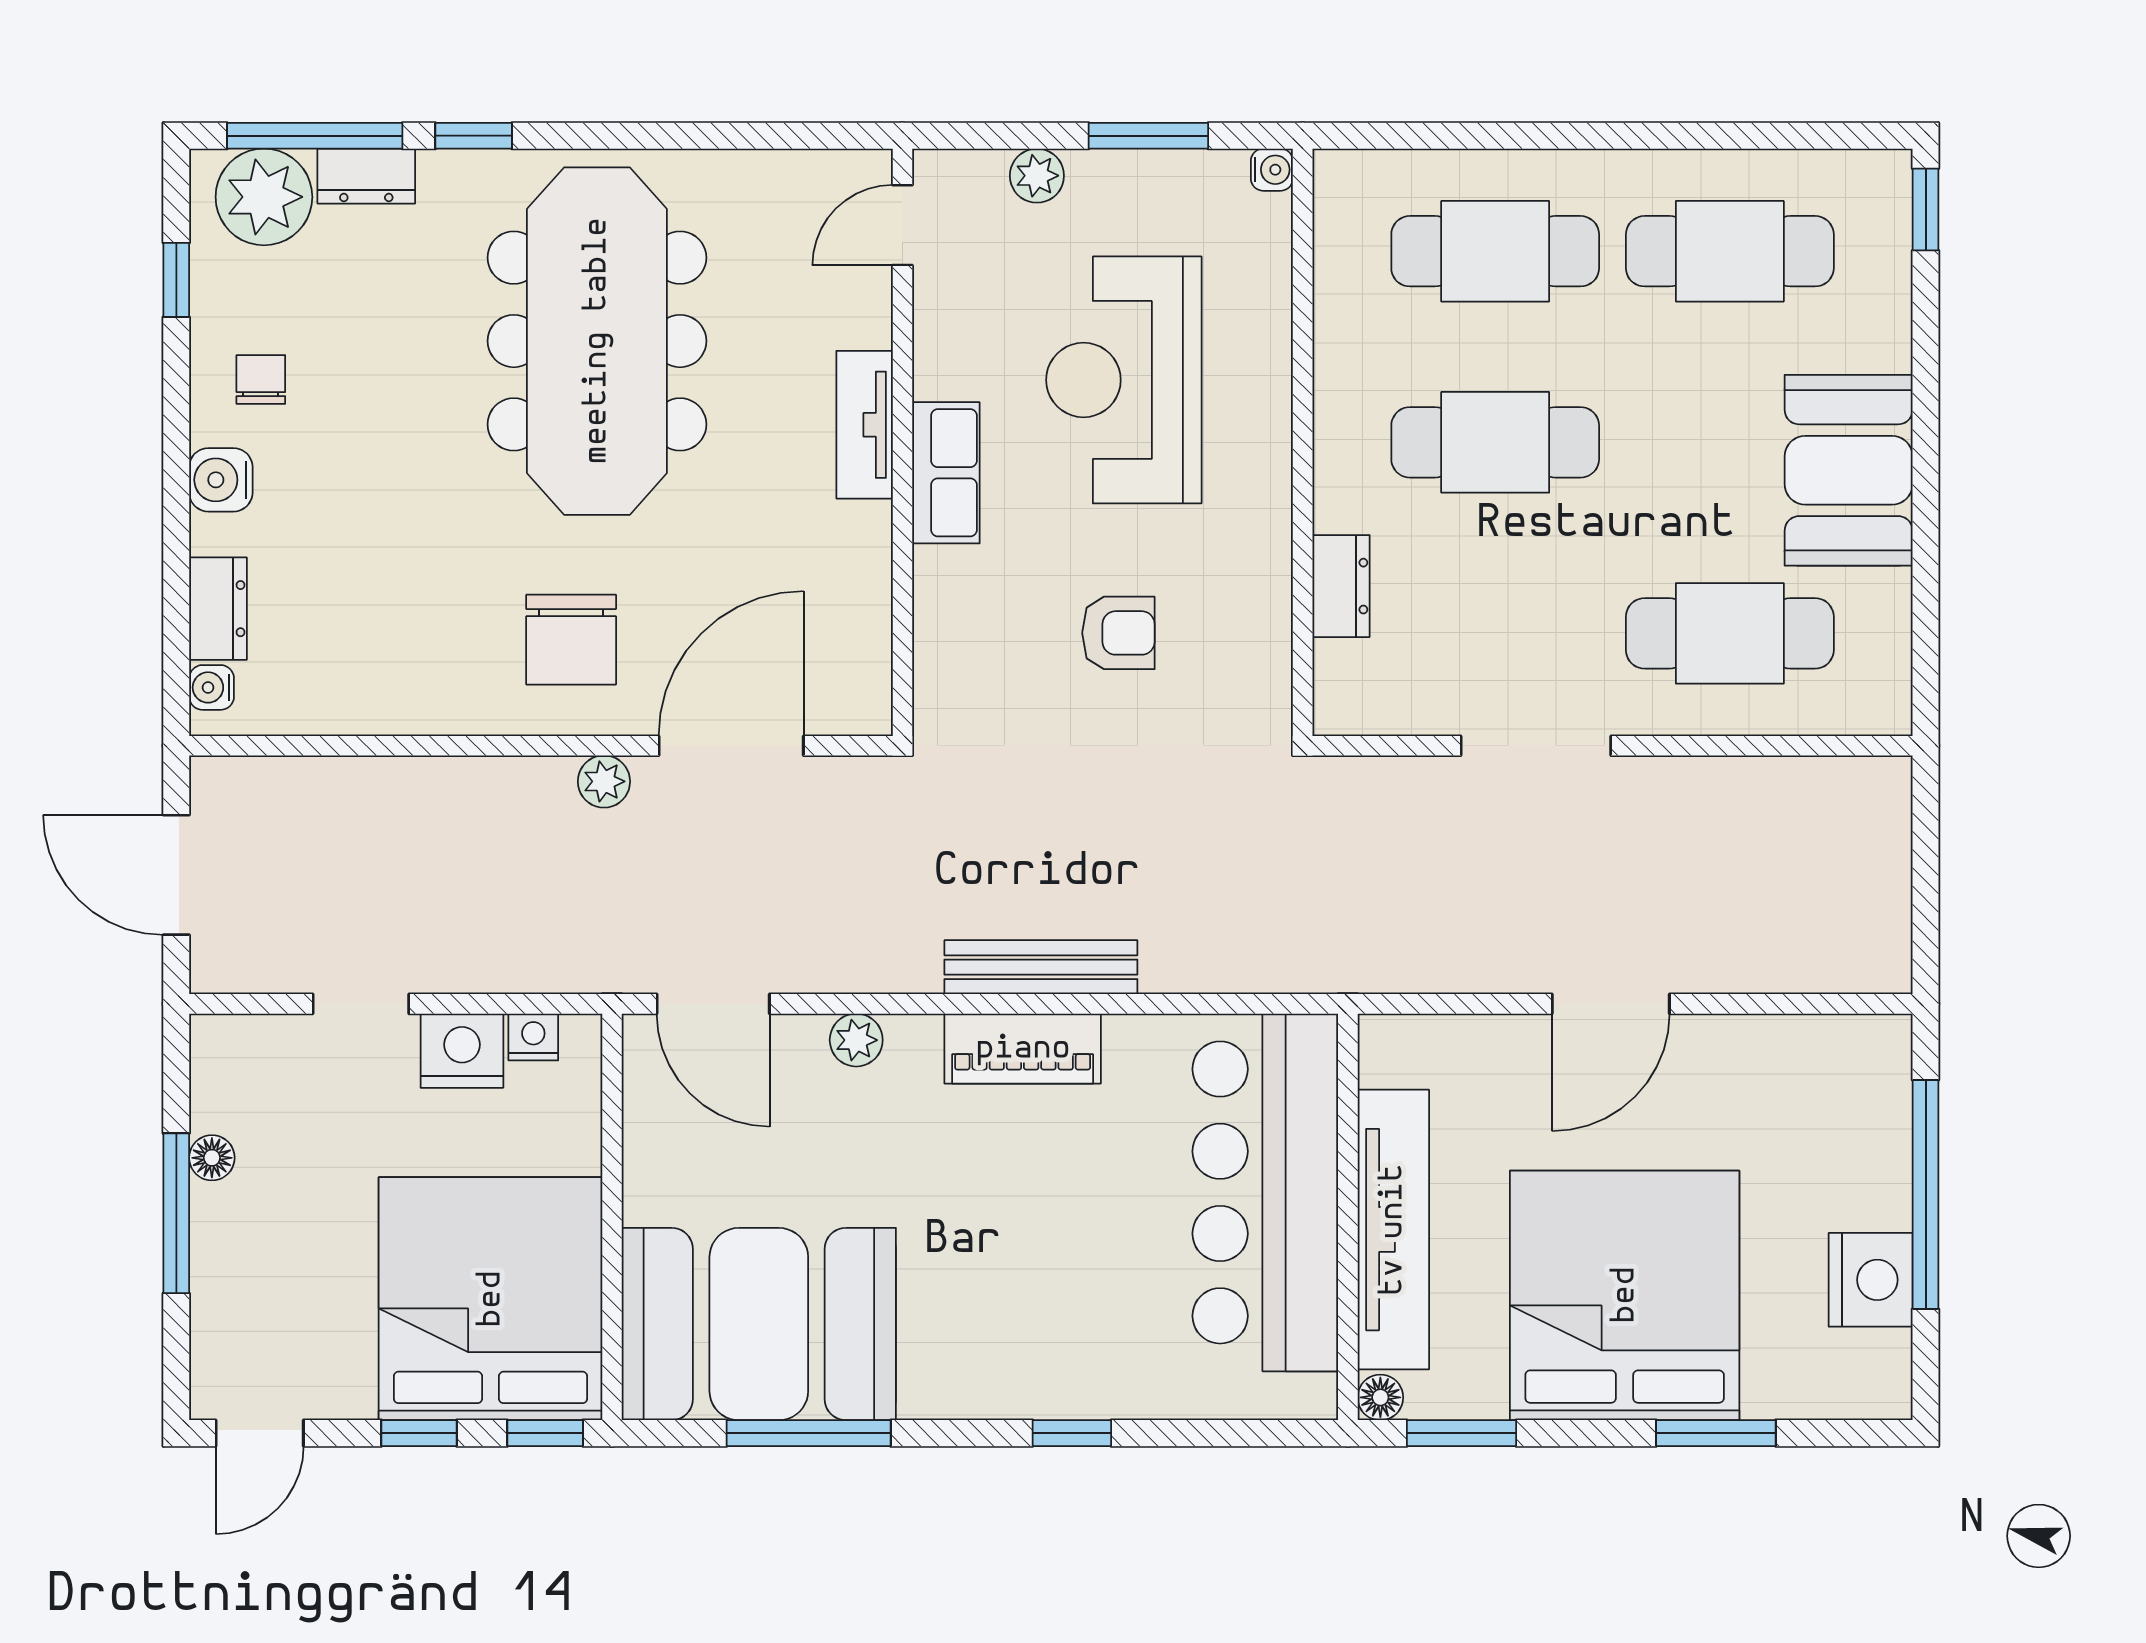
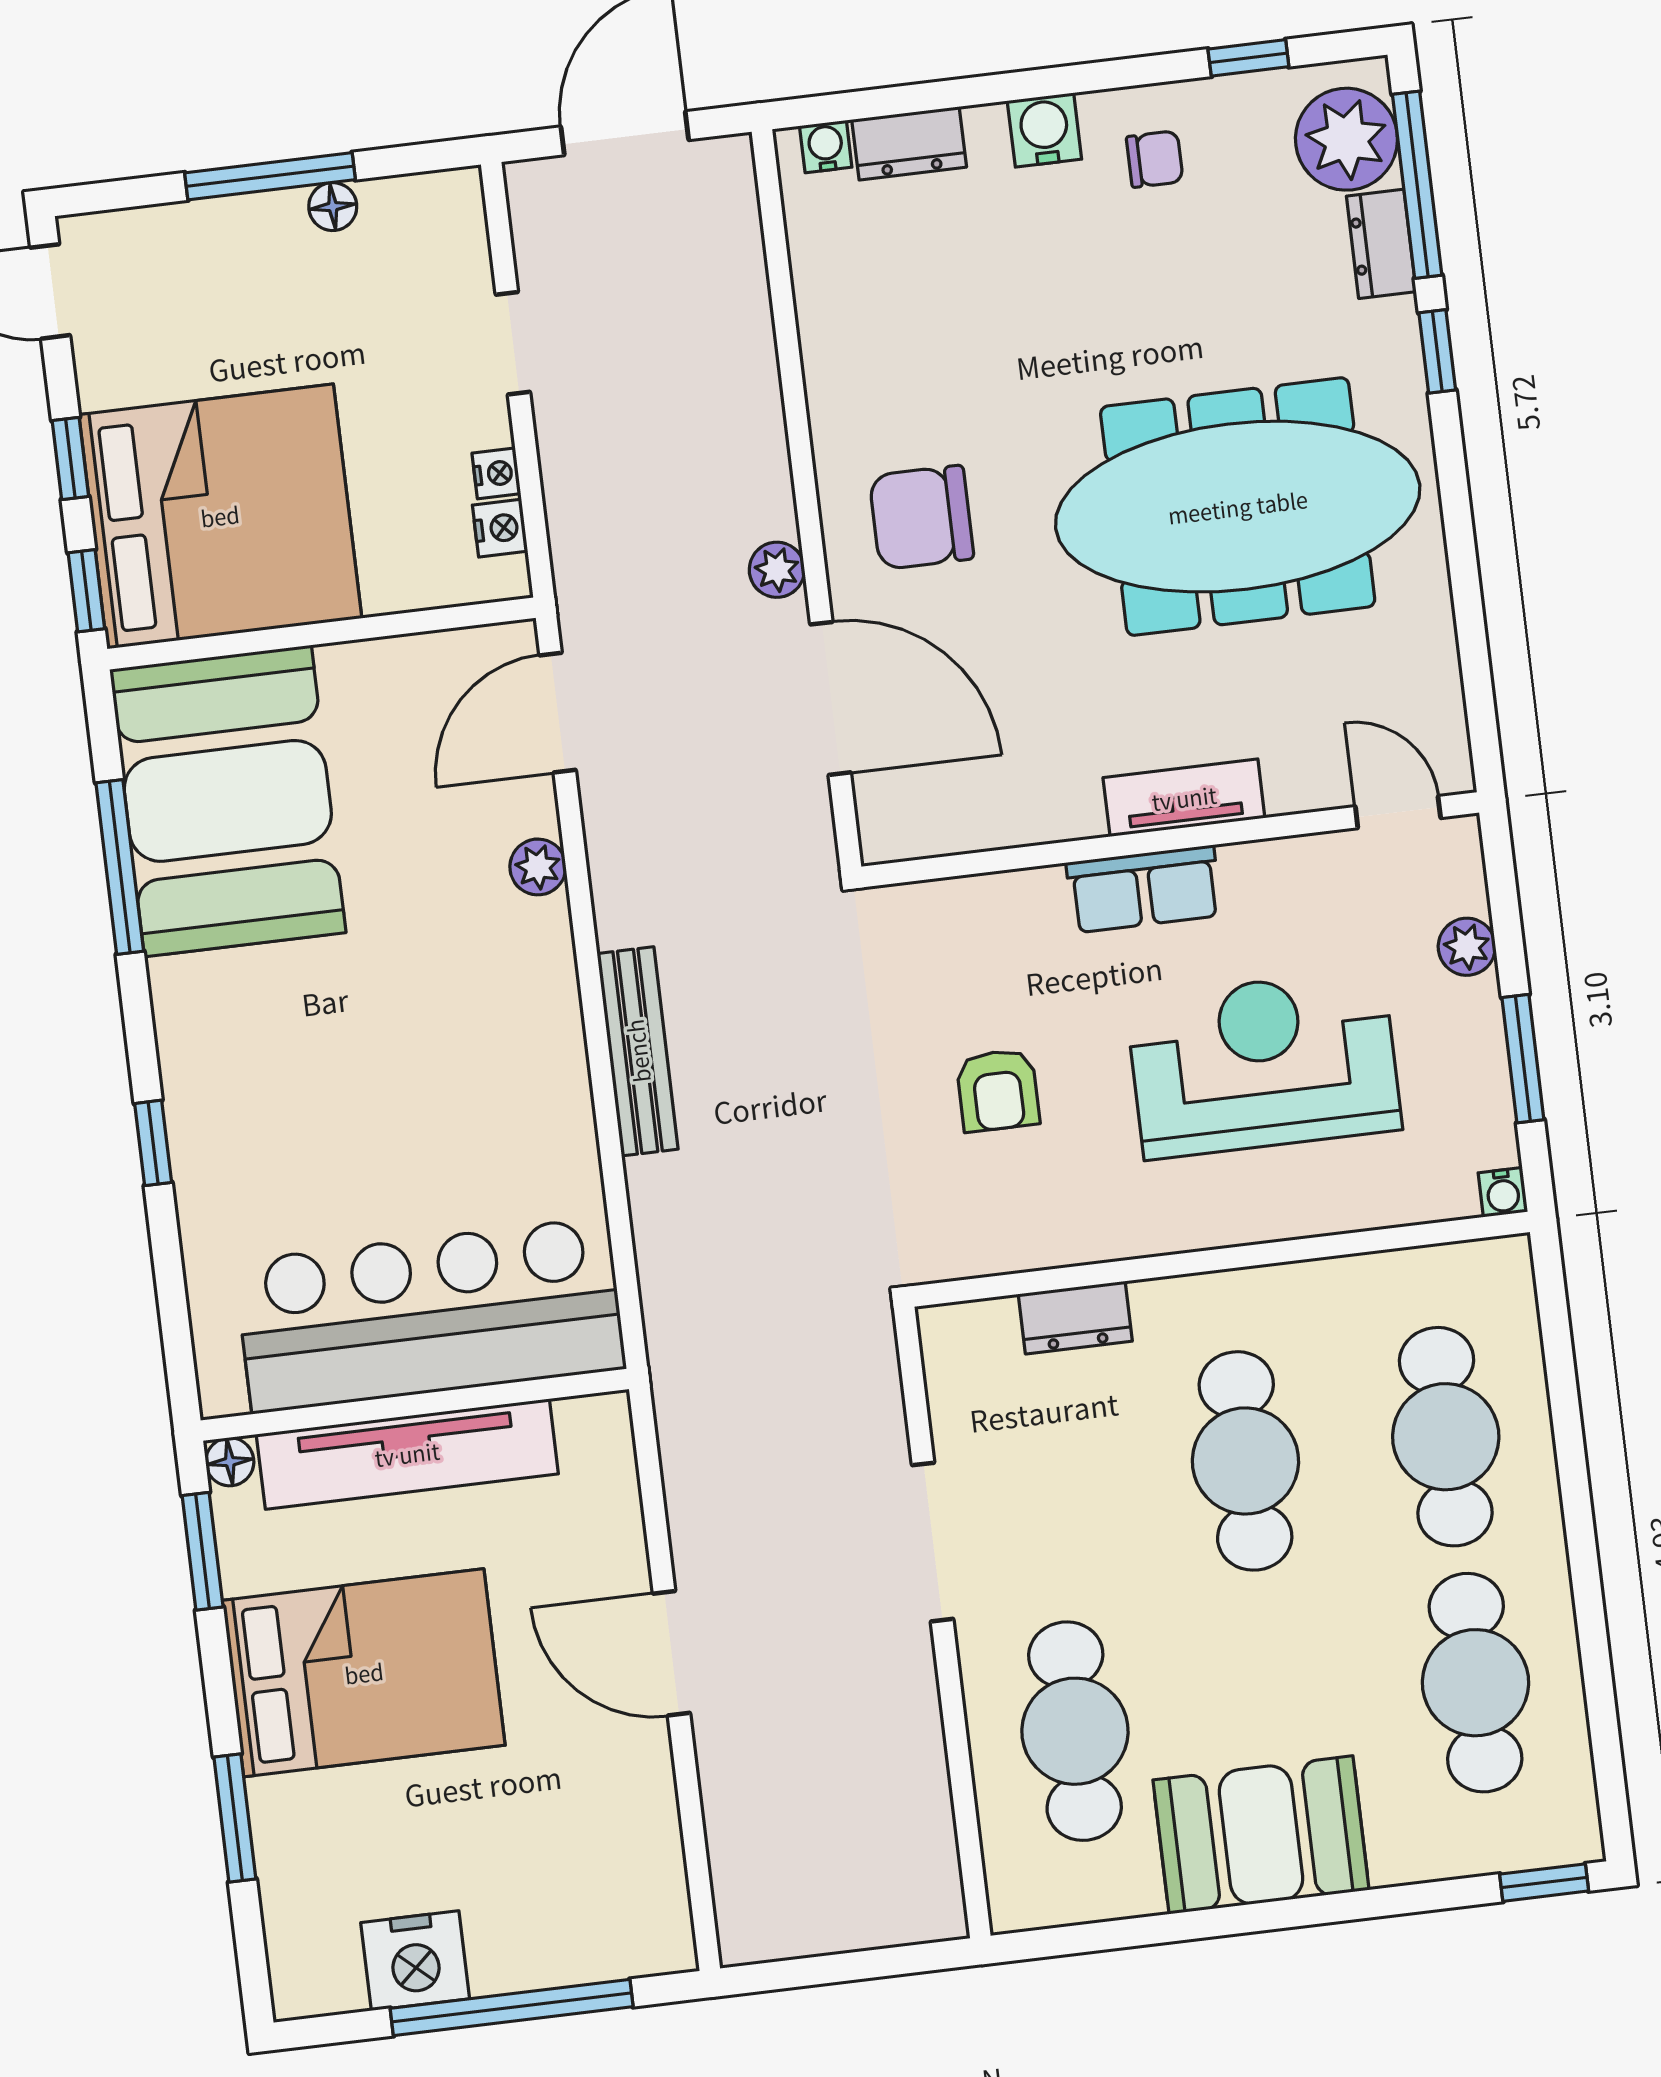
piano: (1023, 1049) -> (550, 1042), removed
nightstand: (462, 1051) -> (496, 473), width x0.53, depth x0.56
bed: (1625, 1295) -> (364, 1673), width x0.73

